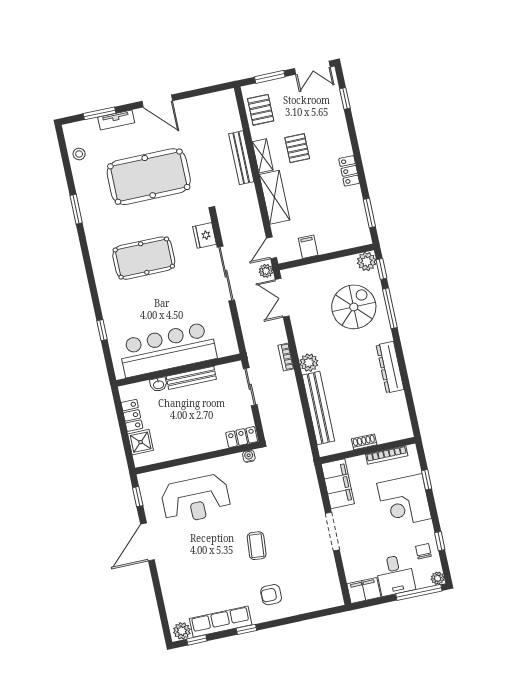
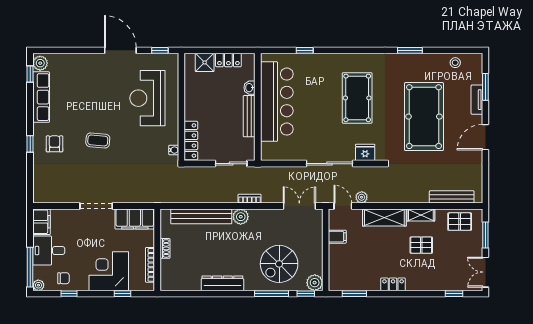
bench: (241, 158) -> (452, 197), moved
plant: (266, 271) -> (362, 197), moved
spiral stairs: (354, 307) -> (279, 264), turned 90
locker: (242, 437) -> (191, 141), width x1.53
window: (246, 629) -> (30, 144), moved

